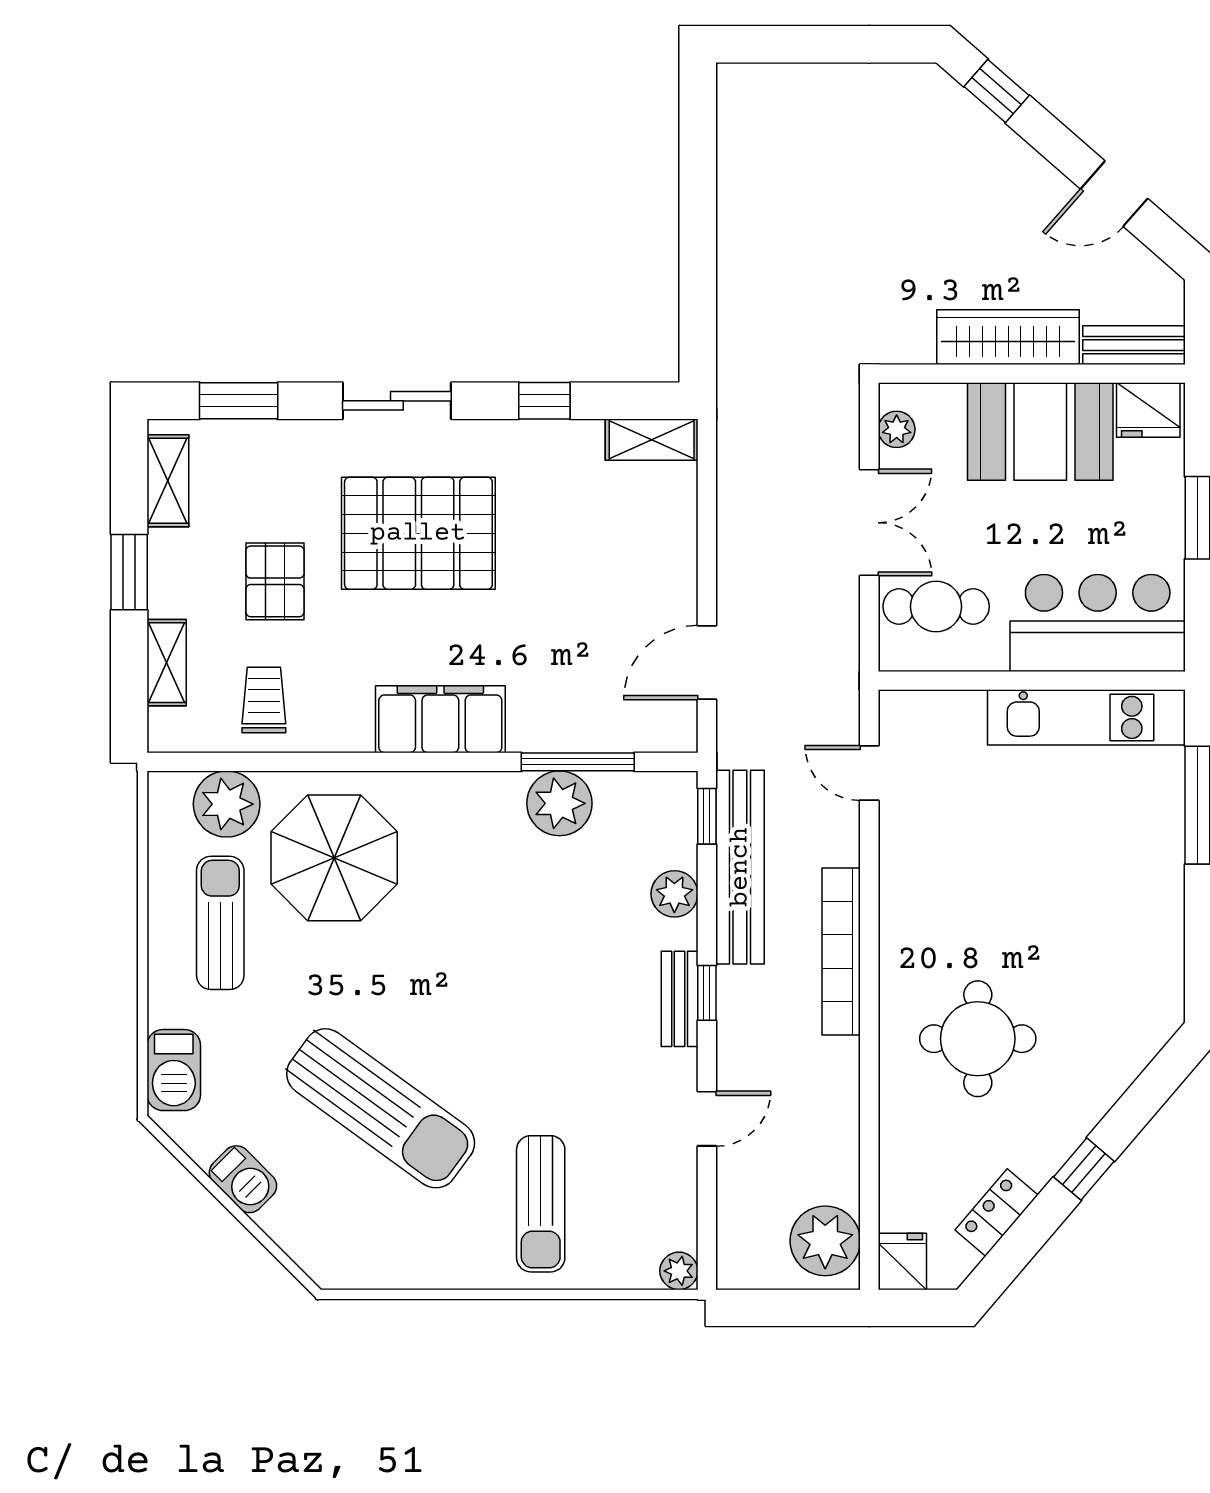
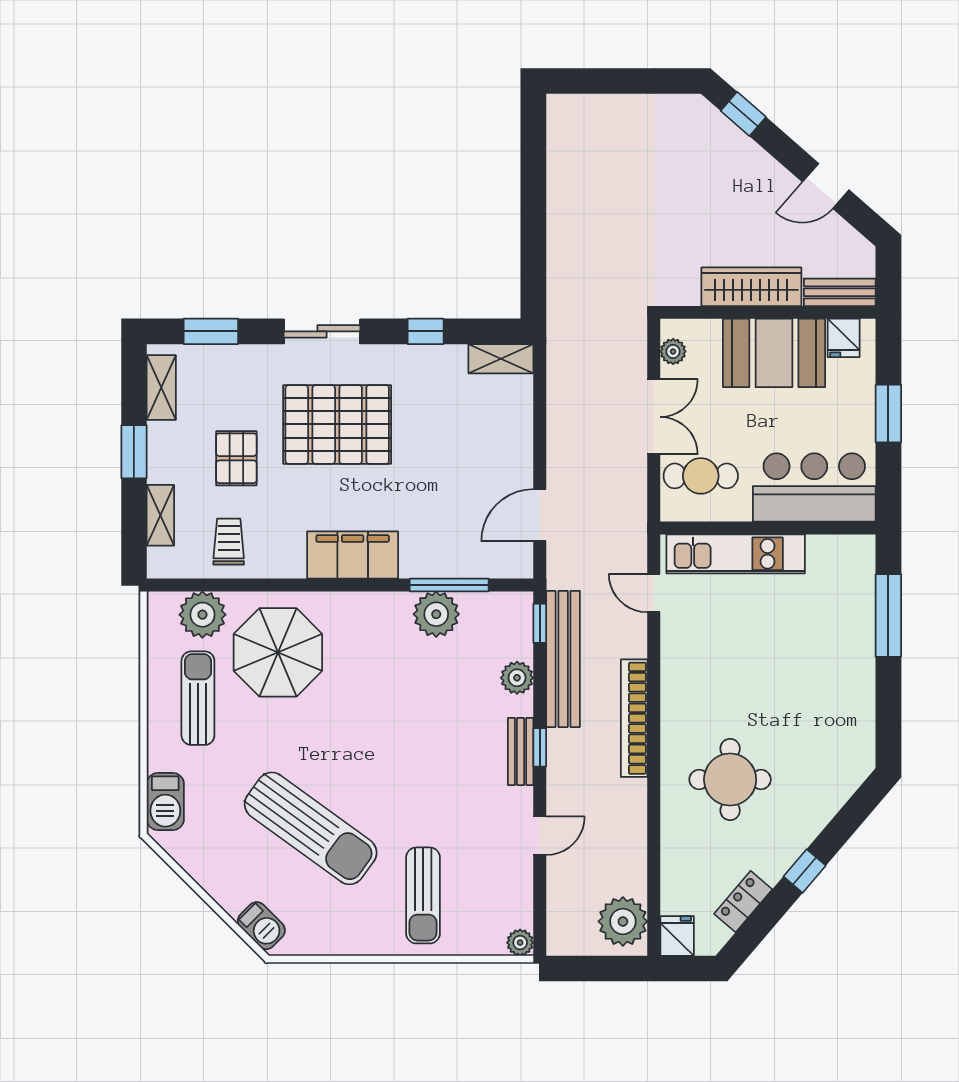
fridge: (1148, 410) -> (844, 338), width x0.72
kitchen unit: (1086, 717) -> (736, 554), moved
barbecue: (243, 1179) -> (261, 926), moved

